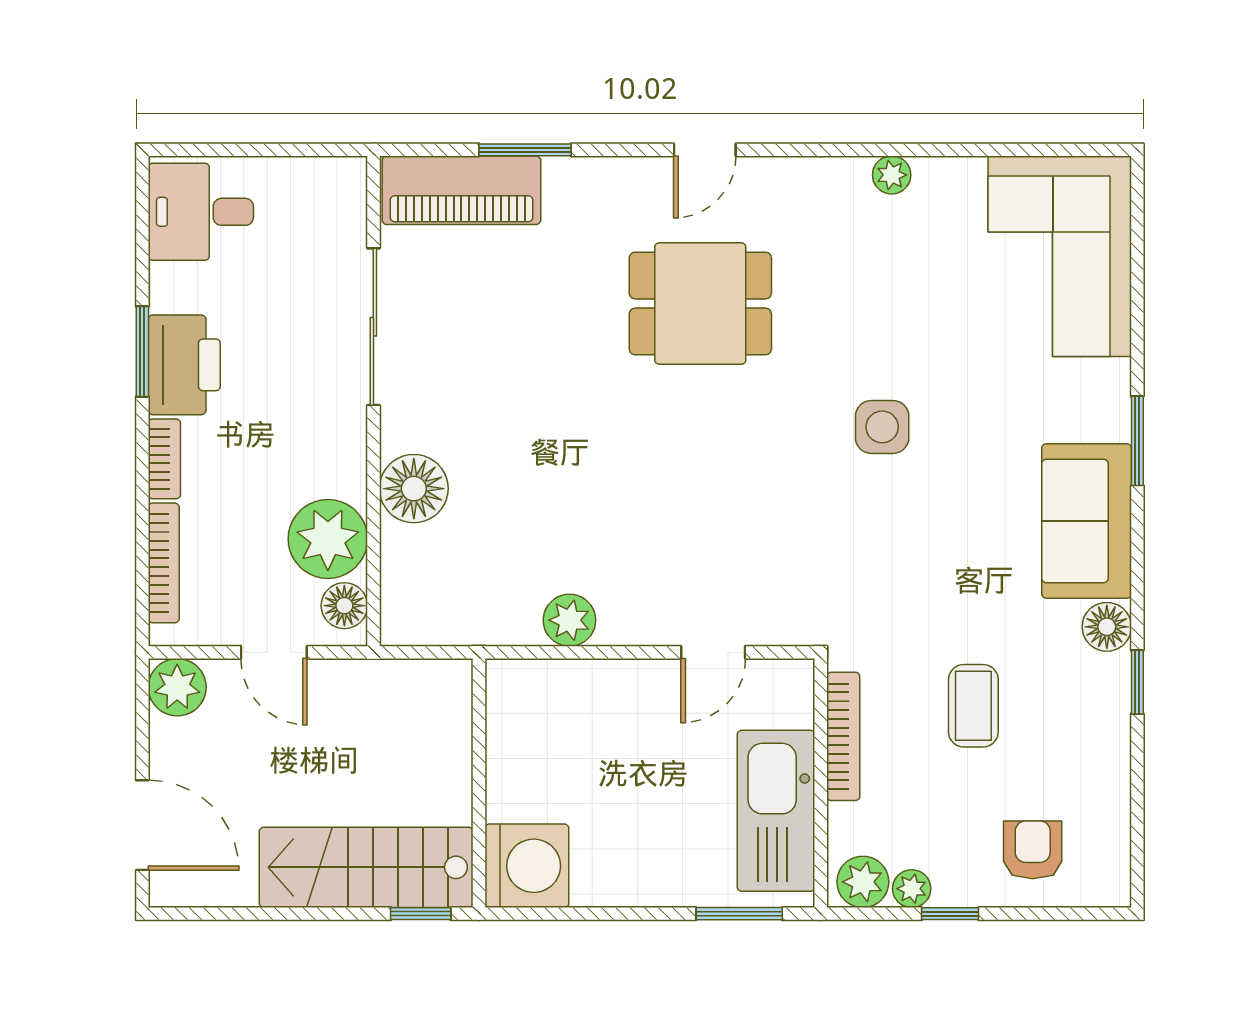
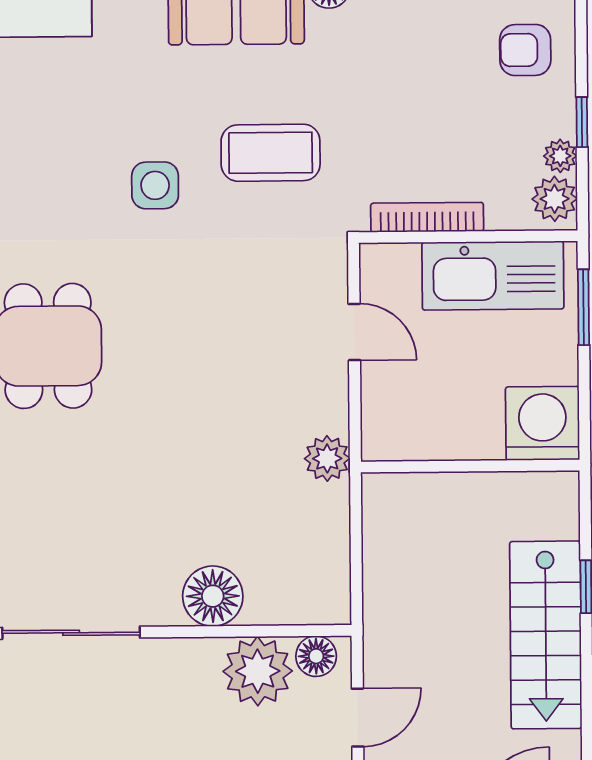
coffee table: (973, 706) -> (271, 153), moved, width x1.36, depth x1.30
wall: (479, 783) -> (470, 466), moved
washing machine: (527, 866) -> (542, 423), moved

